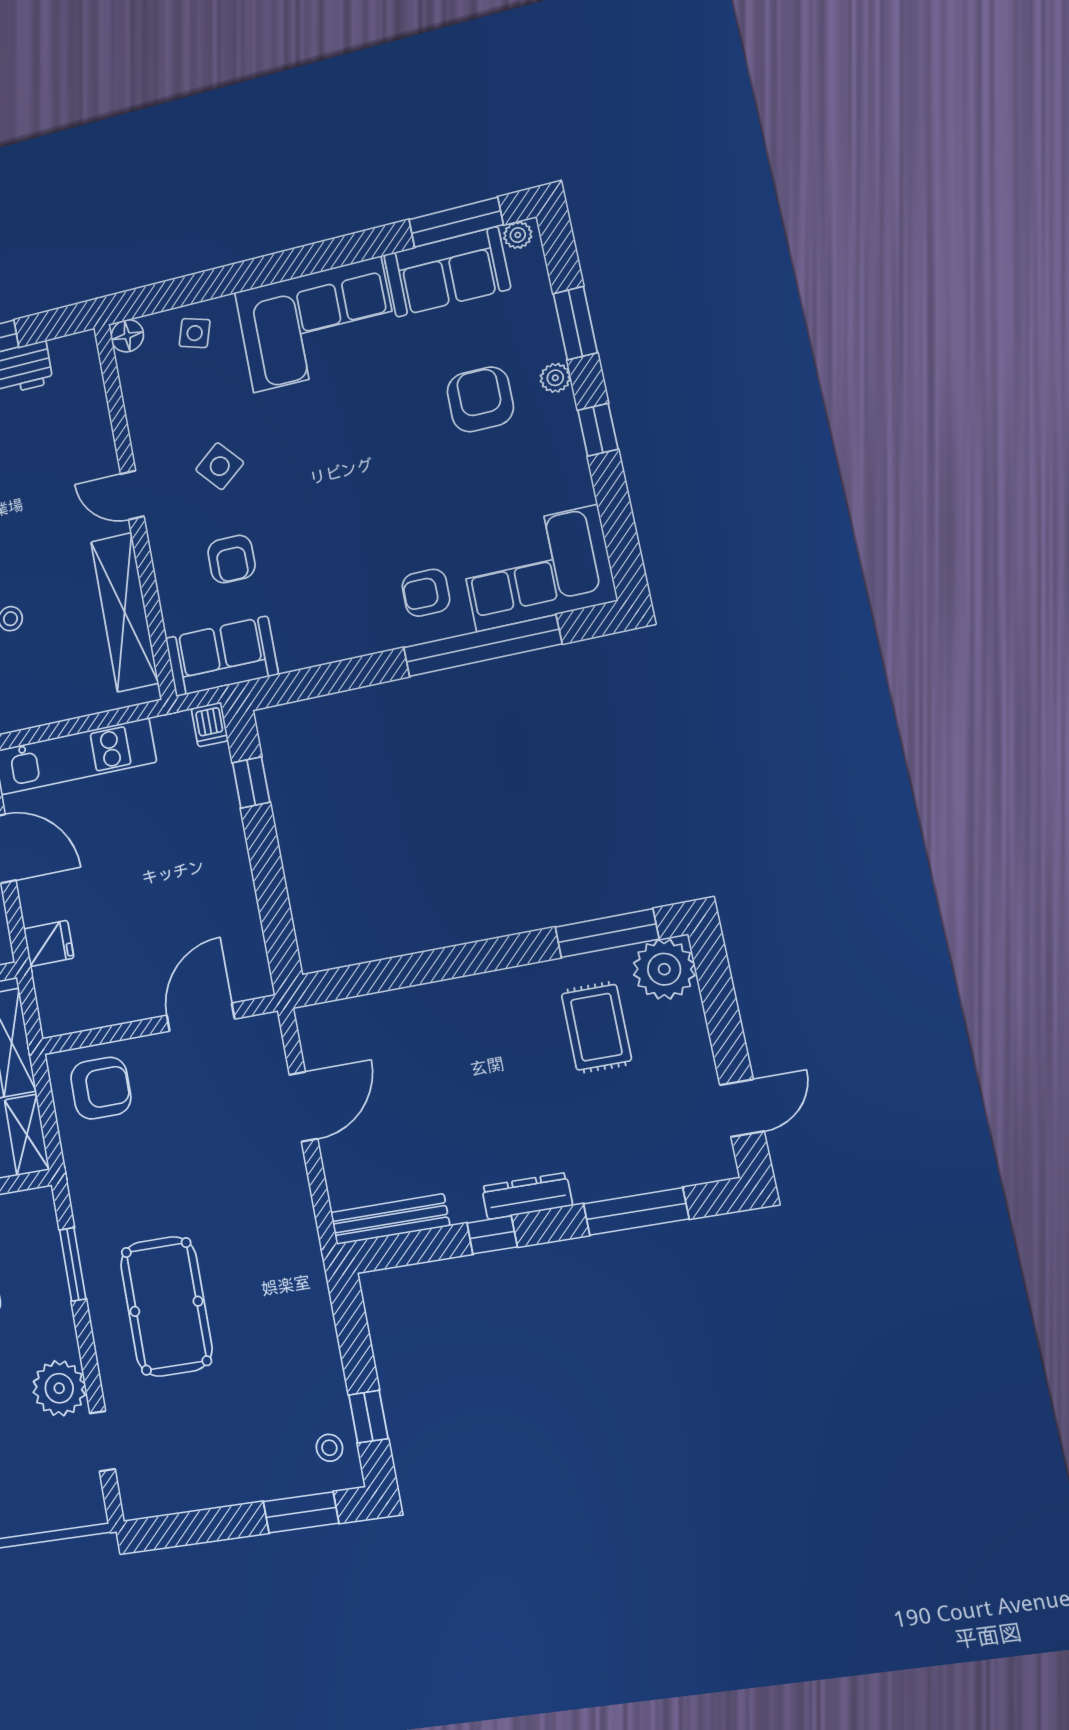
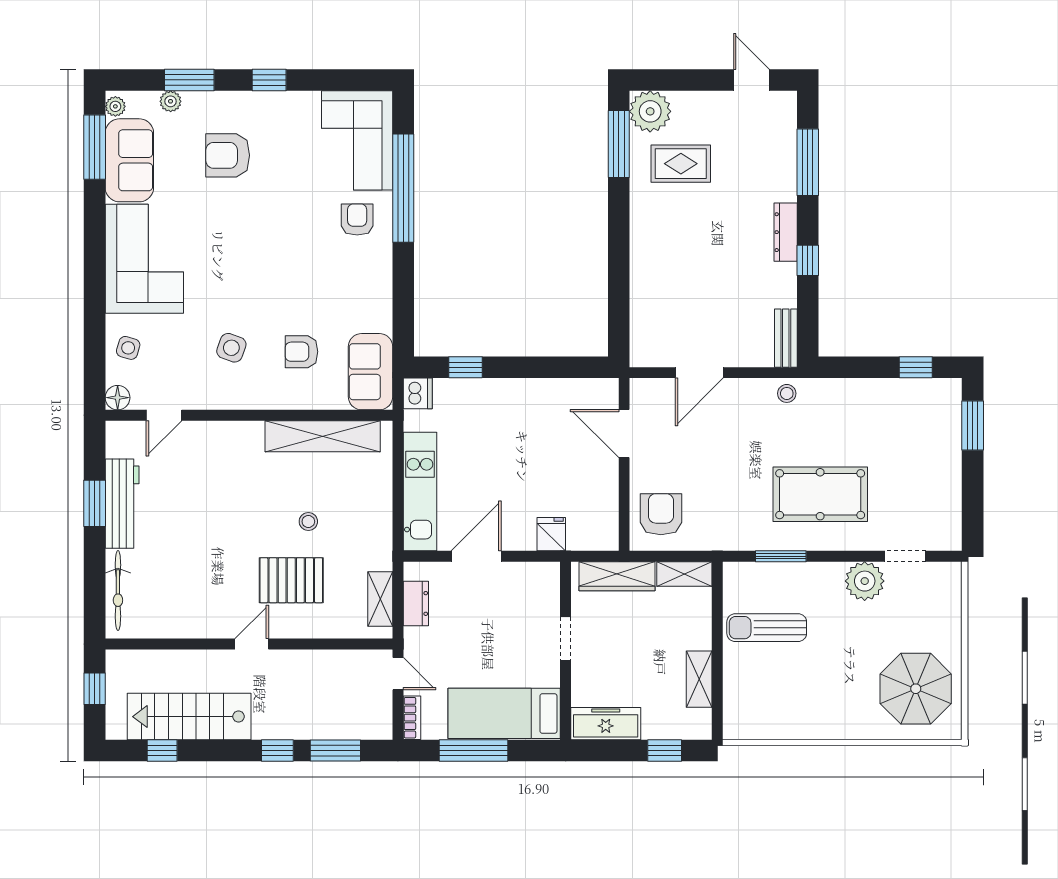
plant: (555, 378) -> (171, 101), moved
side table: (220, 466) -> (231, 348), turned -30
door: (132, 495) -> (164, 415), moved
armchair: (231, 559) -> (301, 352), turned 180
armchair: (426, 593) -> (357, 220), turned 180
dishwasher: (210, 724) -> (418, 393), width x1.38
door: (303, 1107) -> (699, 373), swing flipped
bench: (390, 1219) -> (786, 338), width x0.73
stool: (329, 1448) -> (787, 393), moved

